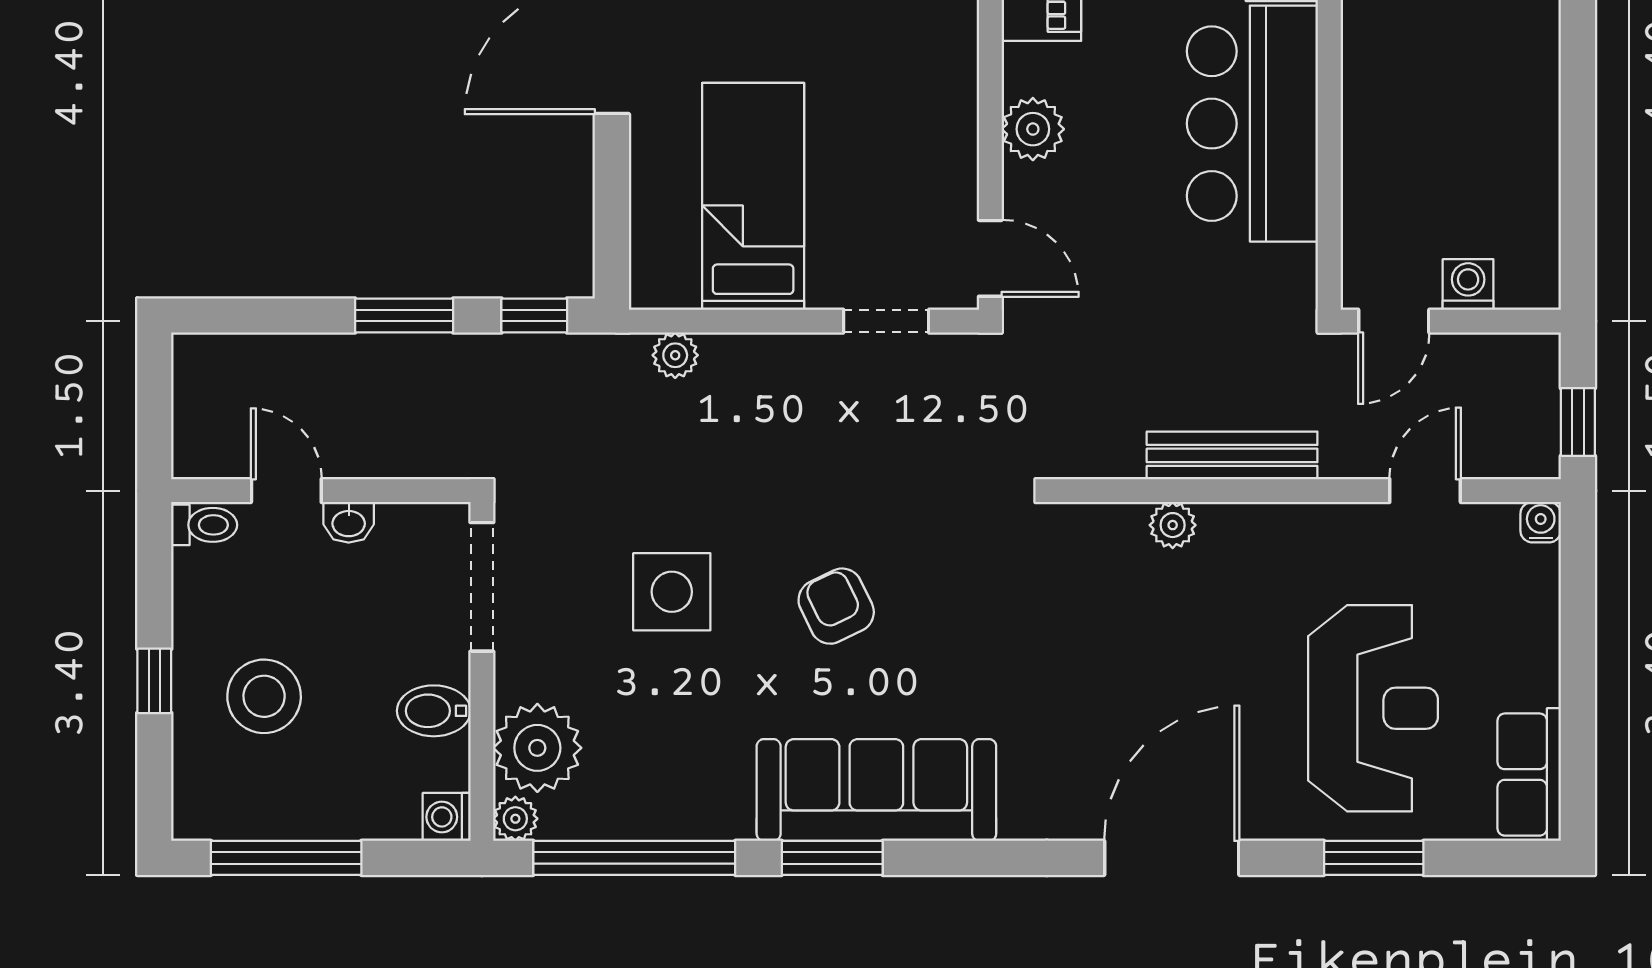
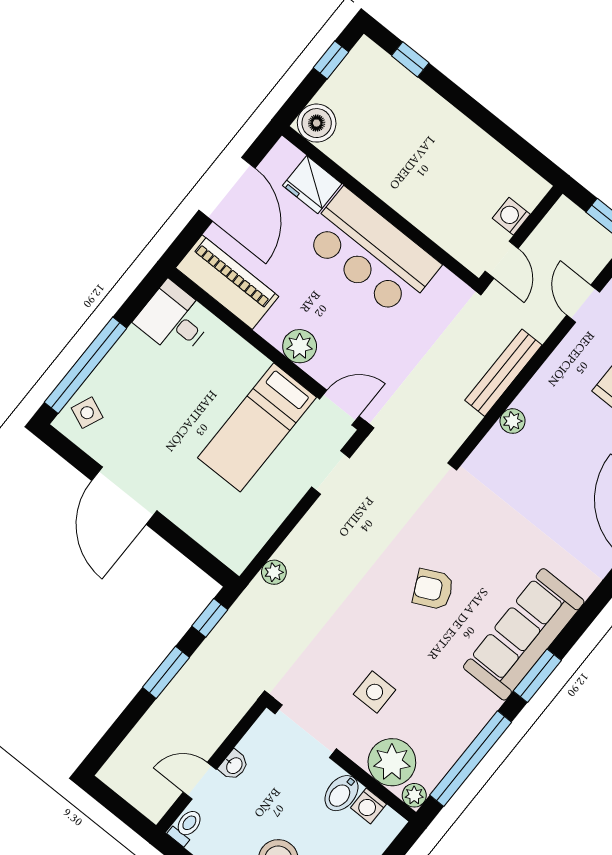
bed: (753, 196) -> (257, 427), moved, turned -90
side table: (672, 592) -> (375, 692), moved, width x0.73, depth x0.73
washing machine: (447, 817) -> (368, 806), moved

